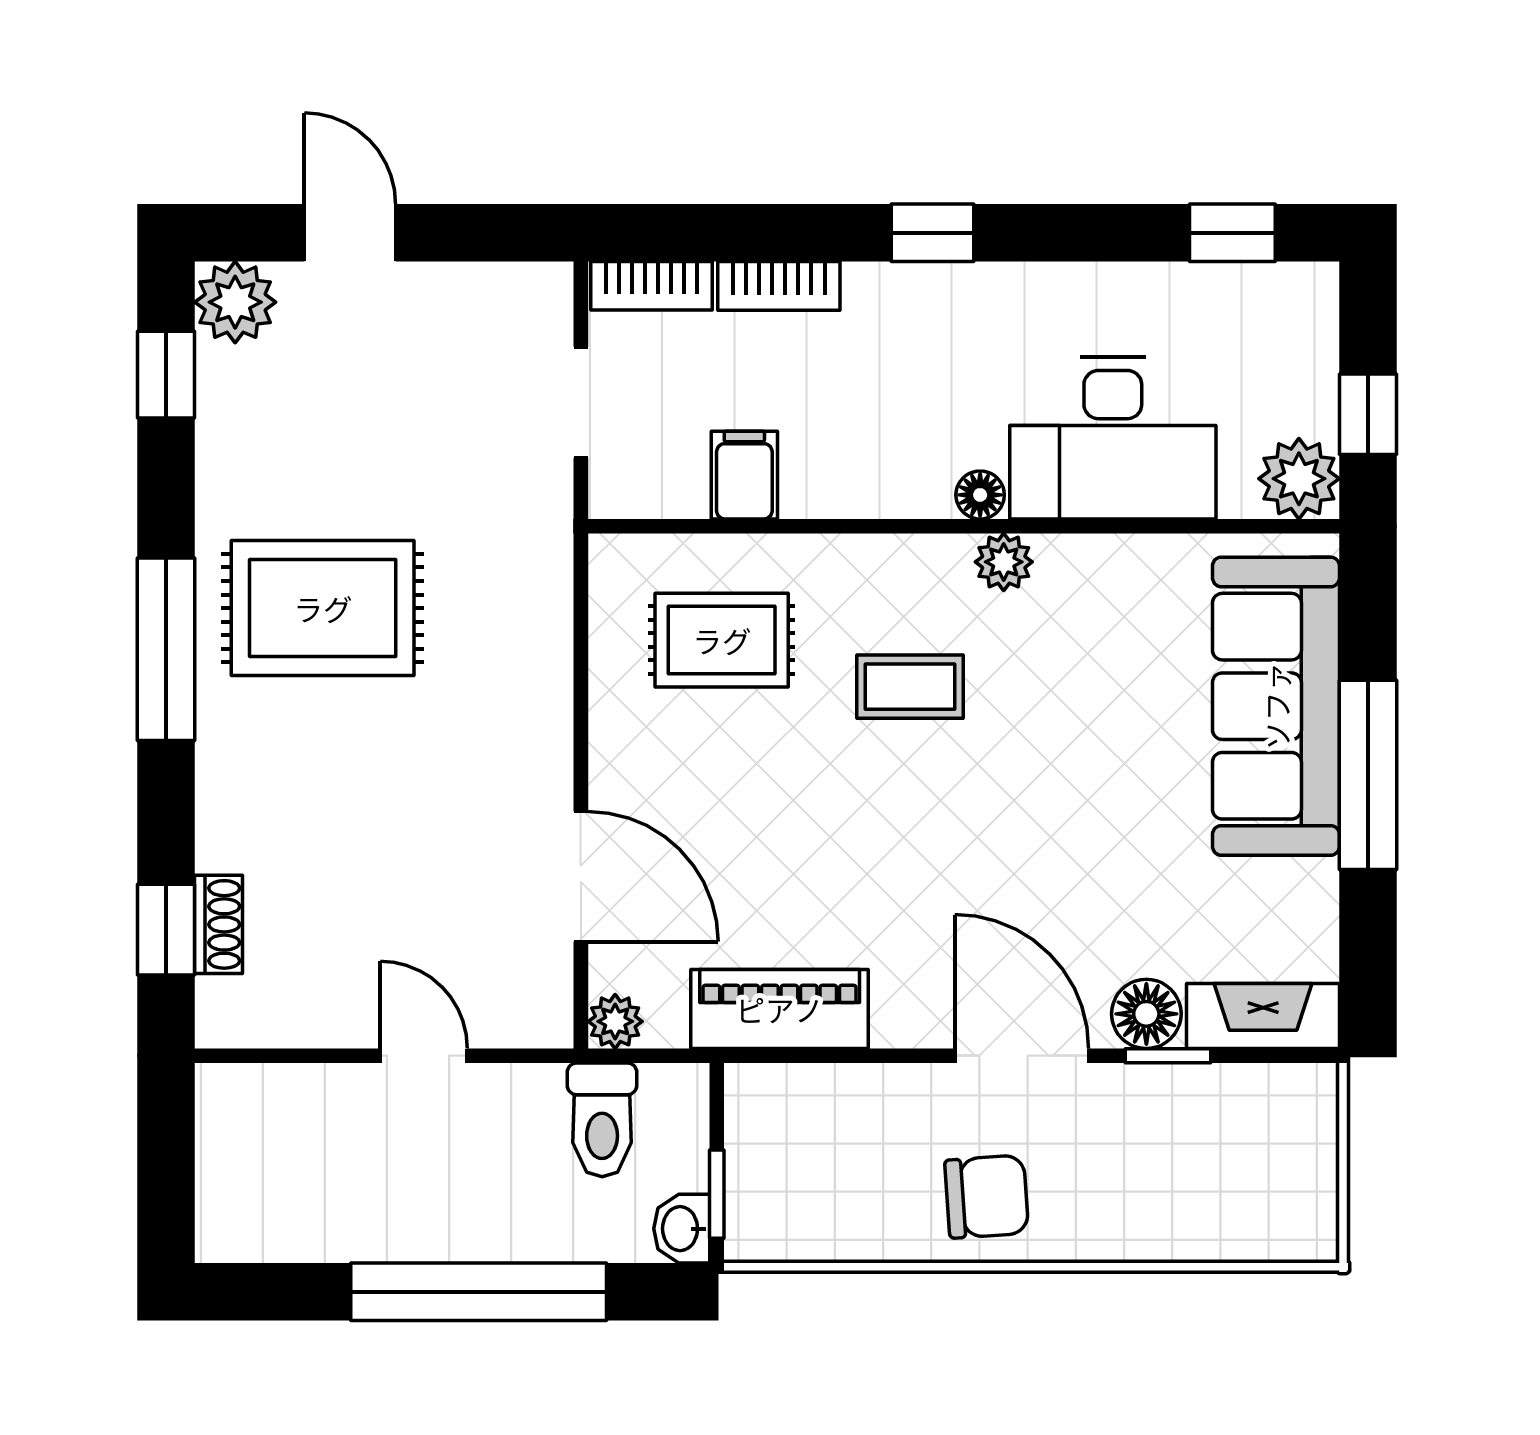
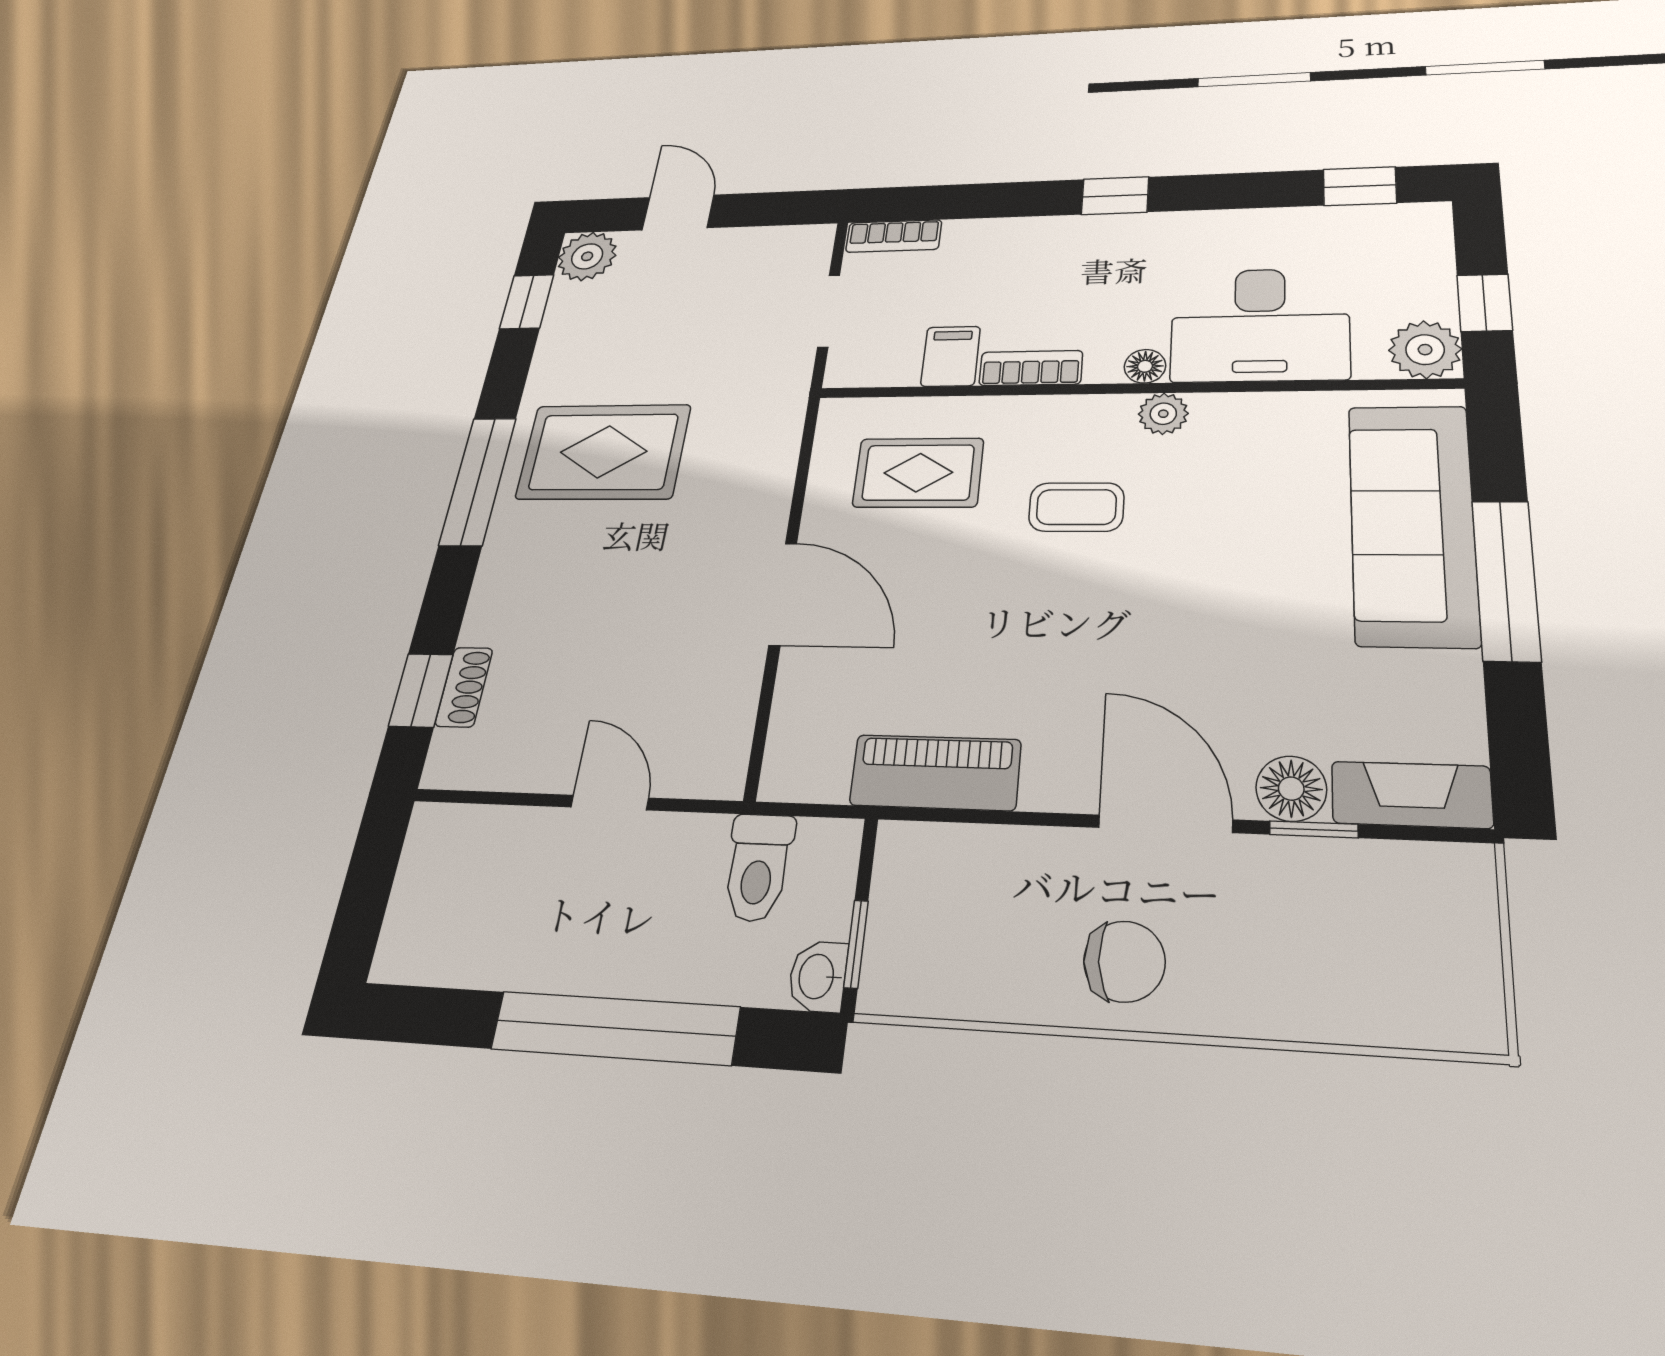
bookcase: (779, 286) -> (1031, 368), moved, turned 180
door: (581, 876) -> (783, 594), moved
plant: (615, 1021) -> (784, 778), removed

